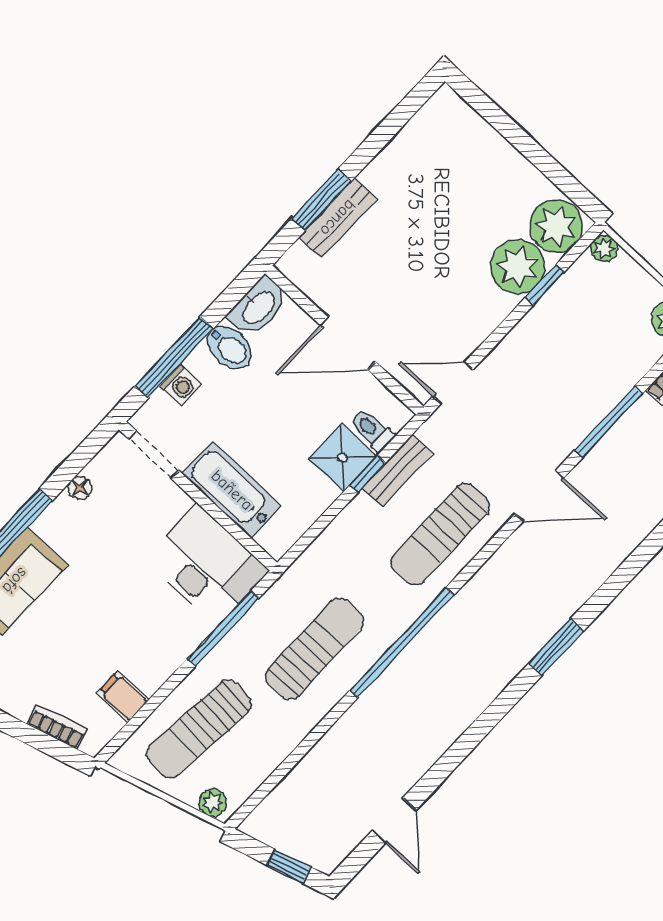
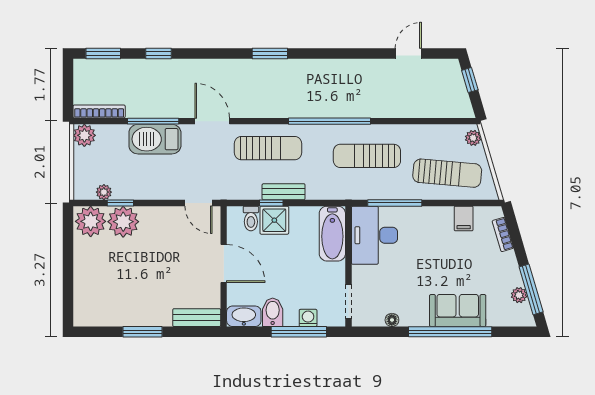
window: (321, 200) -> (143, 332), moved
bench: (338, 218) -> (197, 318), moved
plant: (604, 248) -> (104, 192), moved
barbecue: (584, 403) -> (155, 139), added
bench: (397, 470) -> (284, 192), moved
bathtub: (232, 490) -> (332, 234), moved

